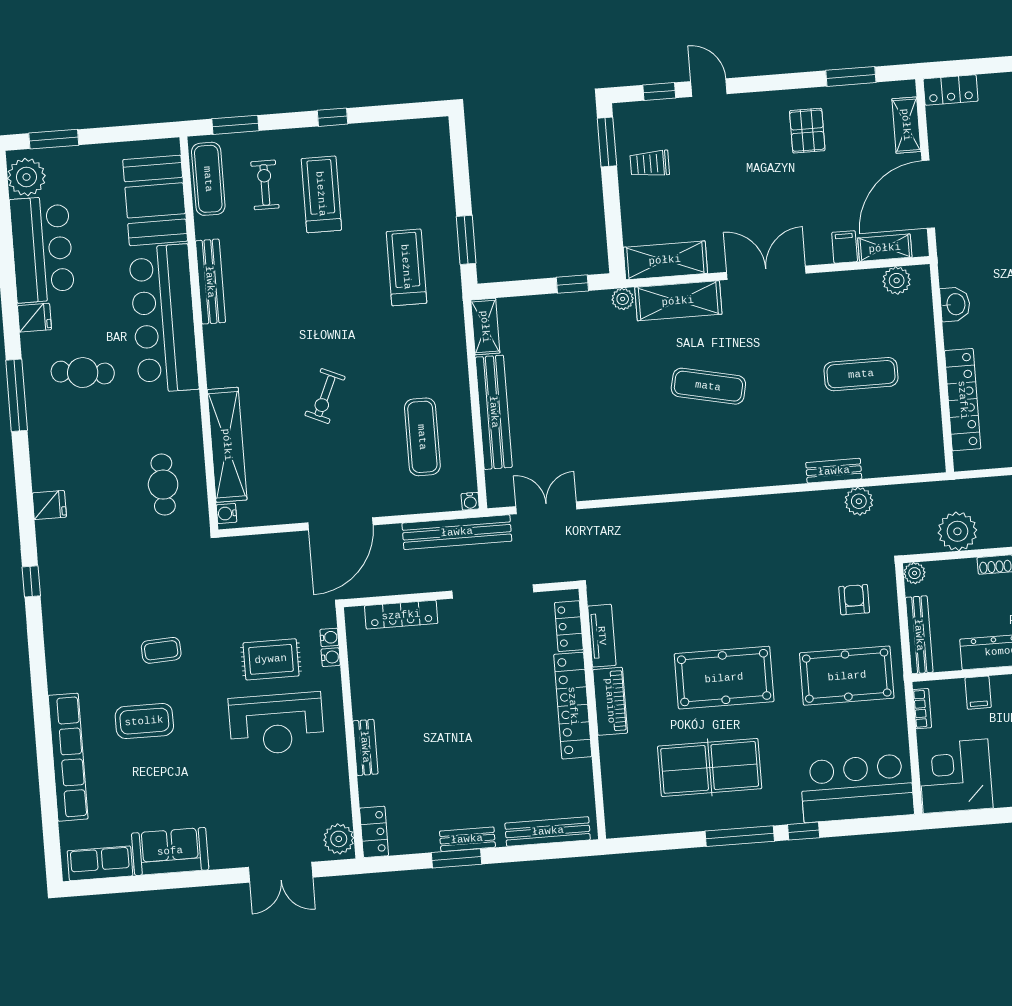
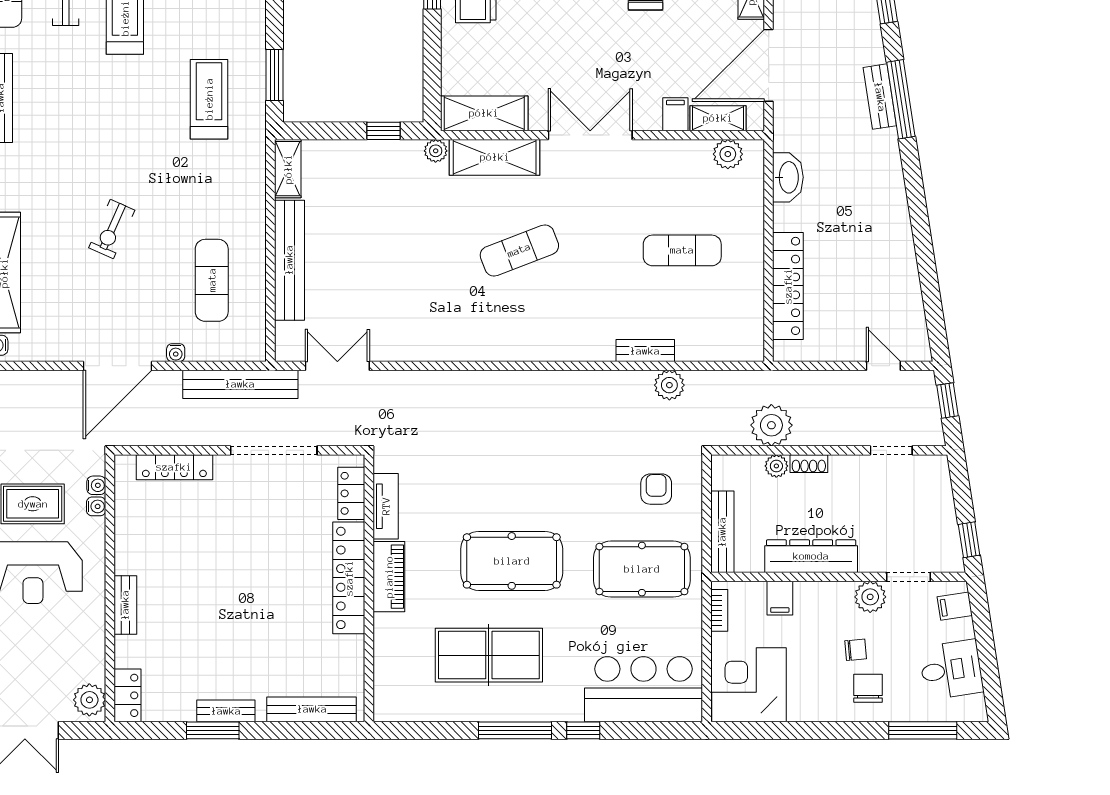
washbasin: (955, 304) -> (788, 177), width x1.38
exercise mat: (708, 386) -> (519, 250), turned -33
water cooler: (470, 501) -> (176, 353), moved
plant: (915, 573) -> (776, 466), moved

